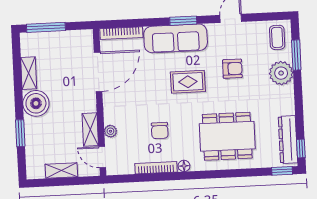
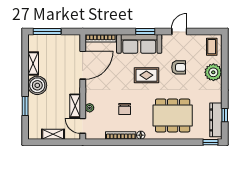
window: (296, 55) -> (225, 60), removed
window: (301, 148) -> (225, 115), moved

